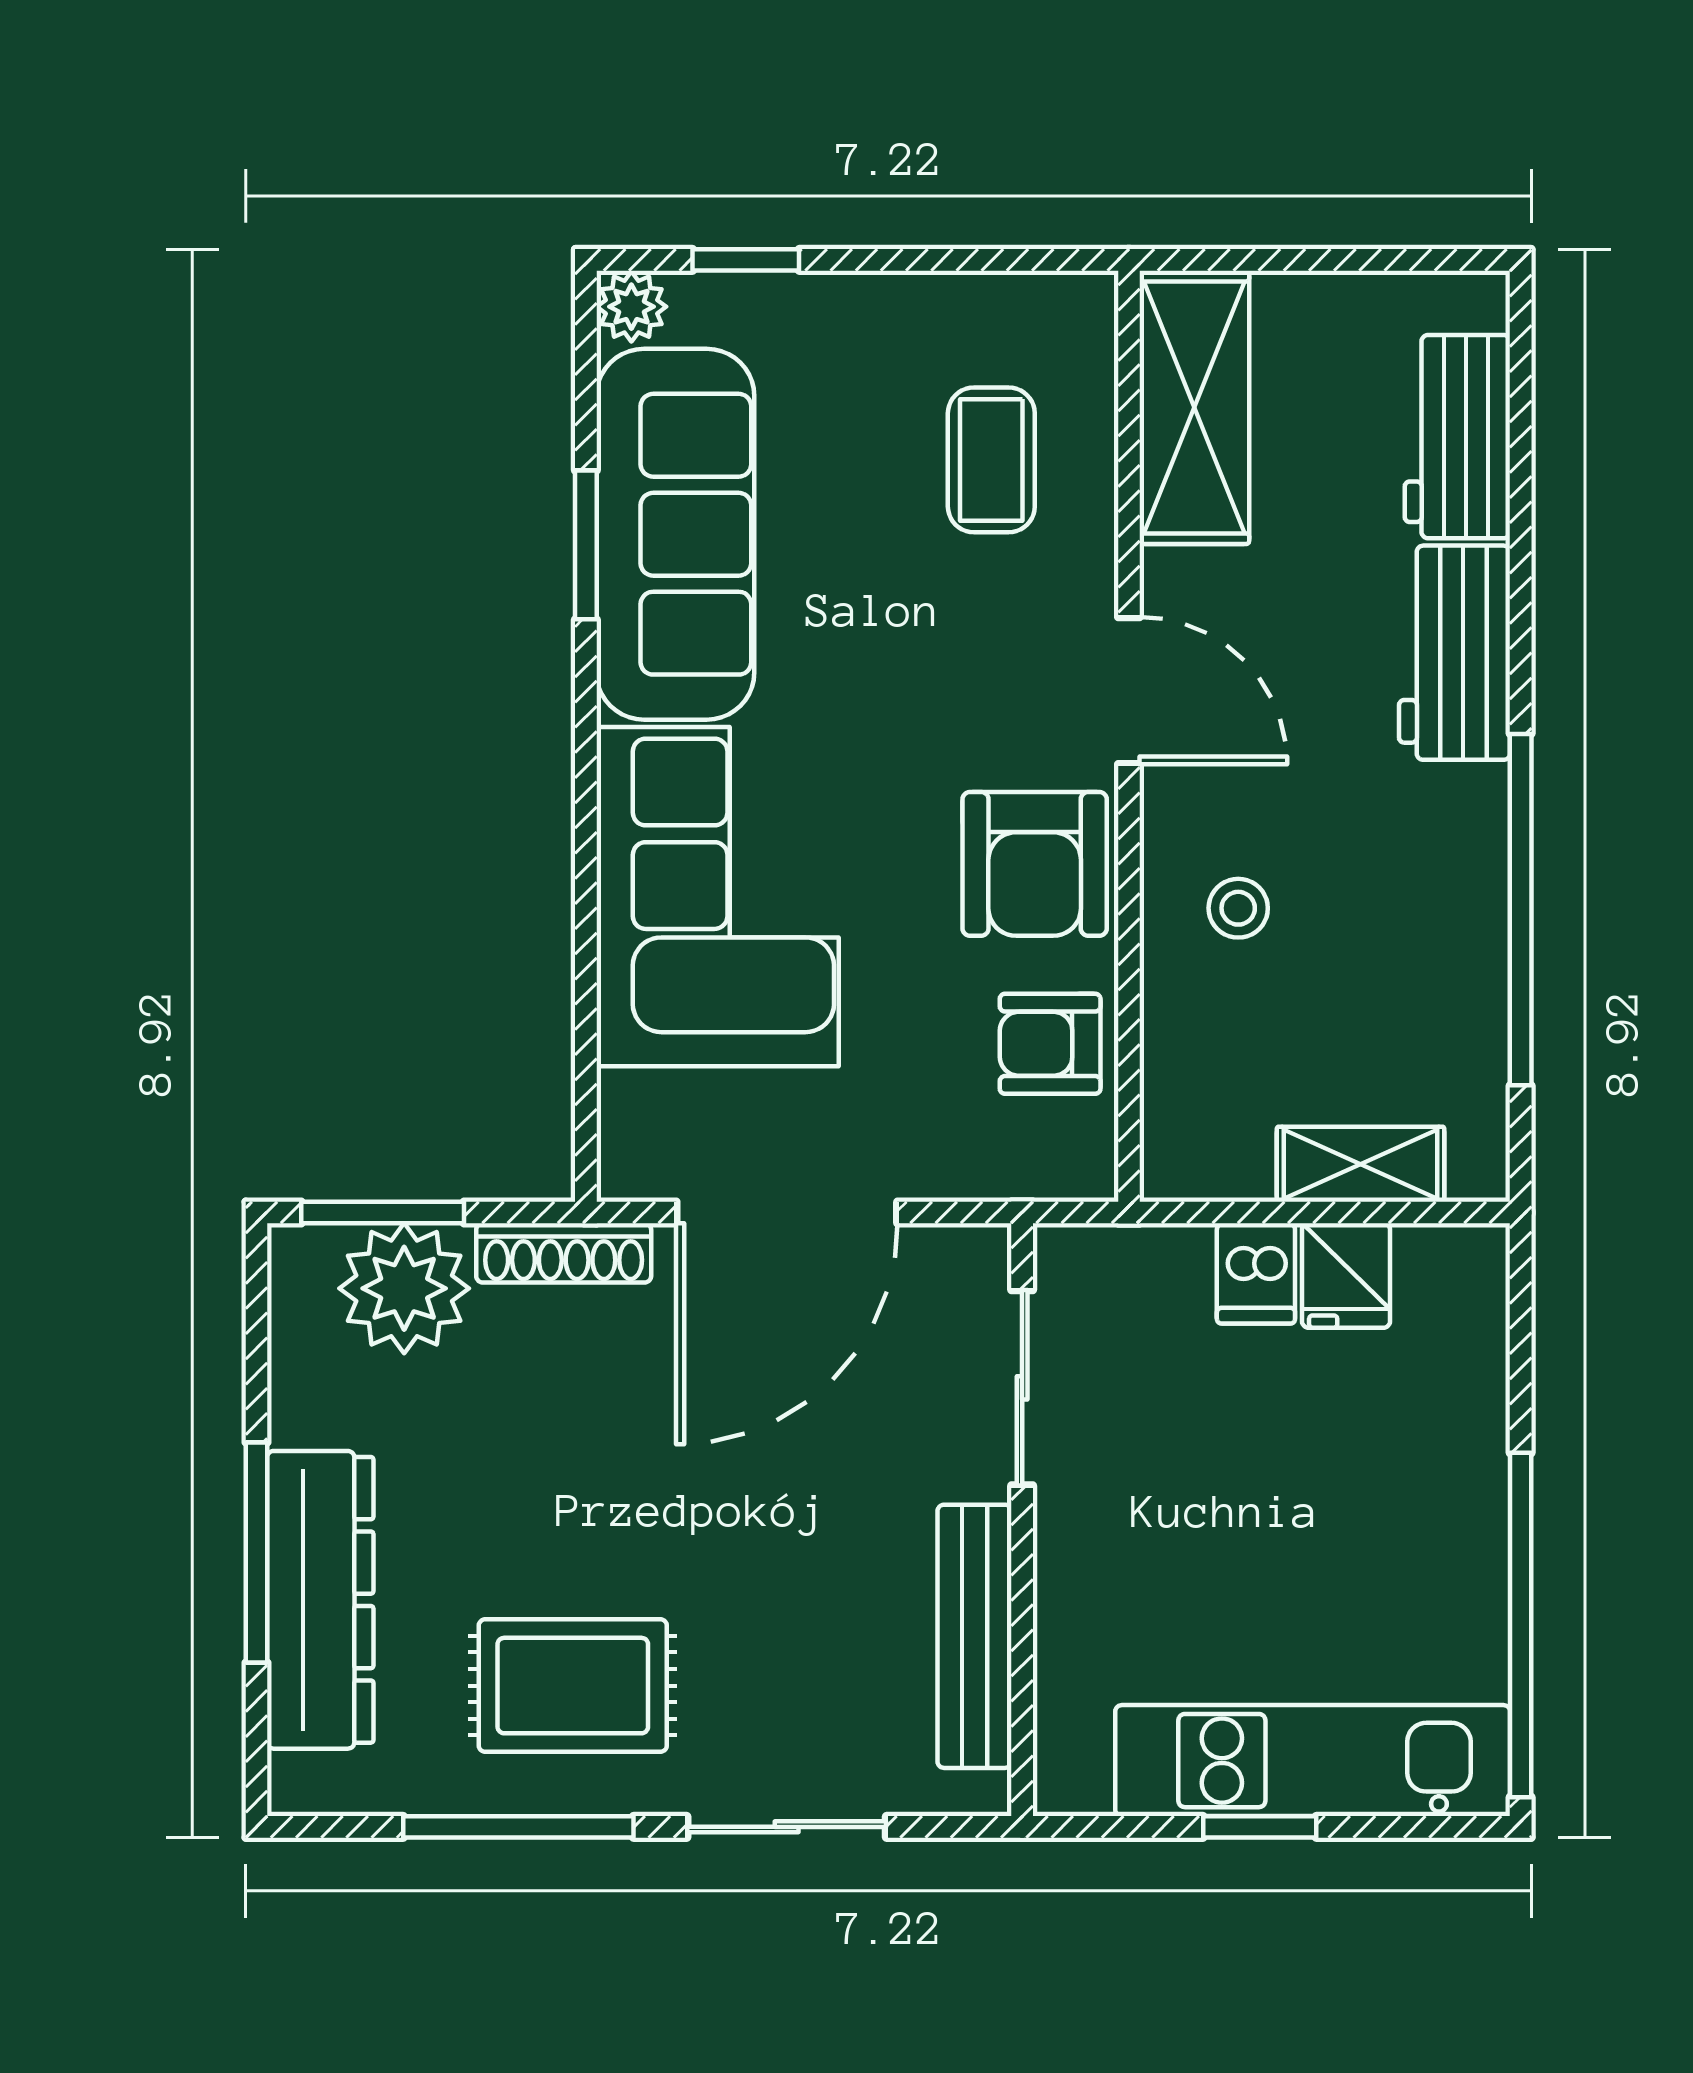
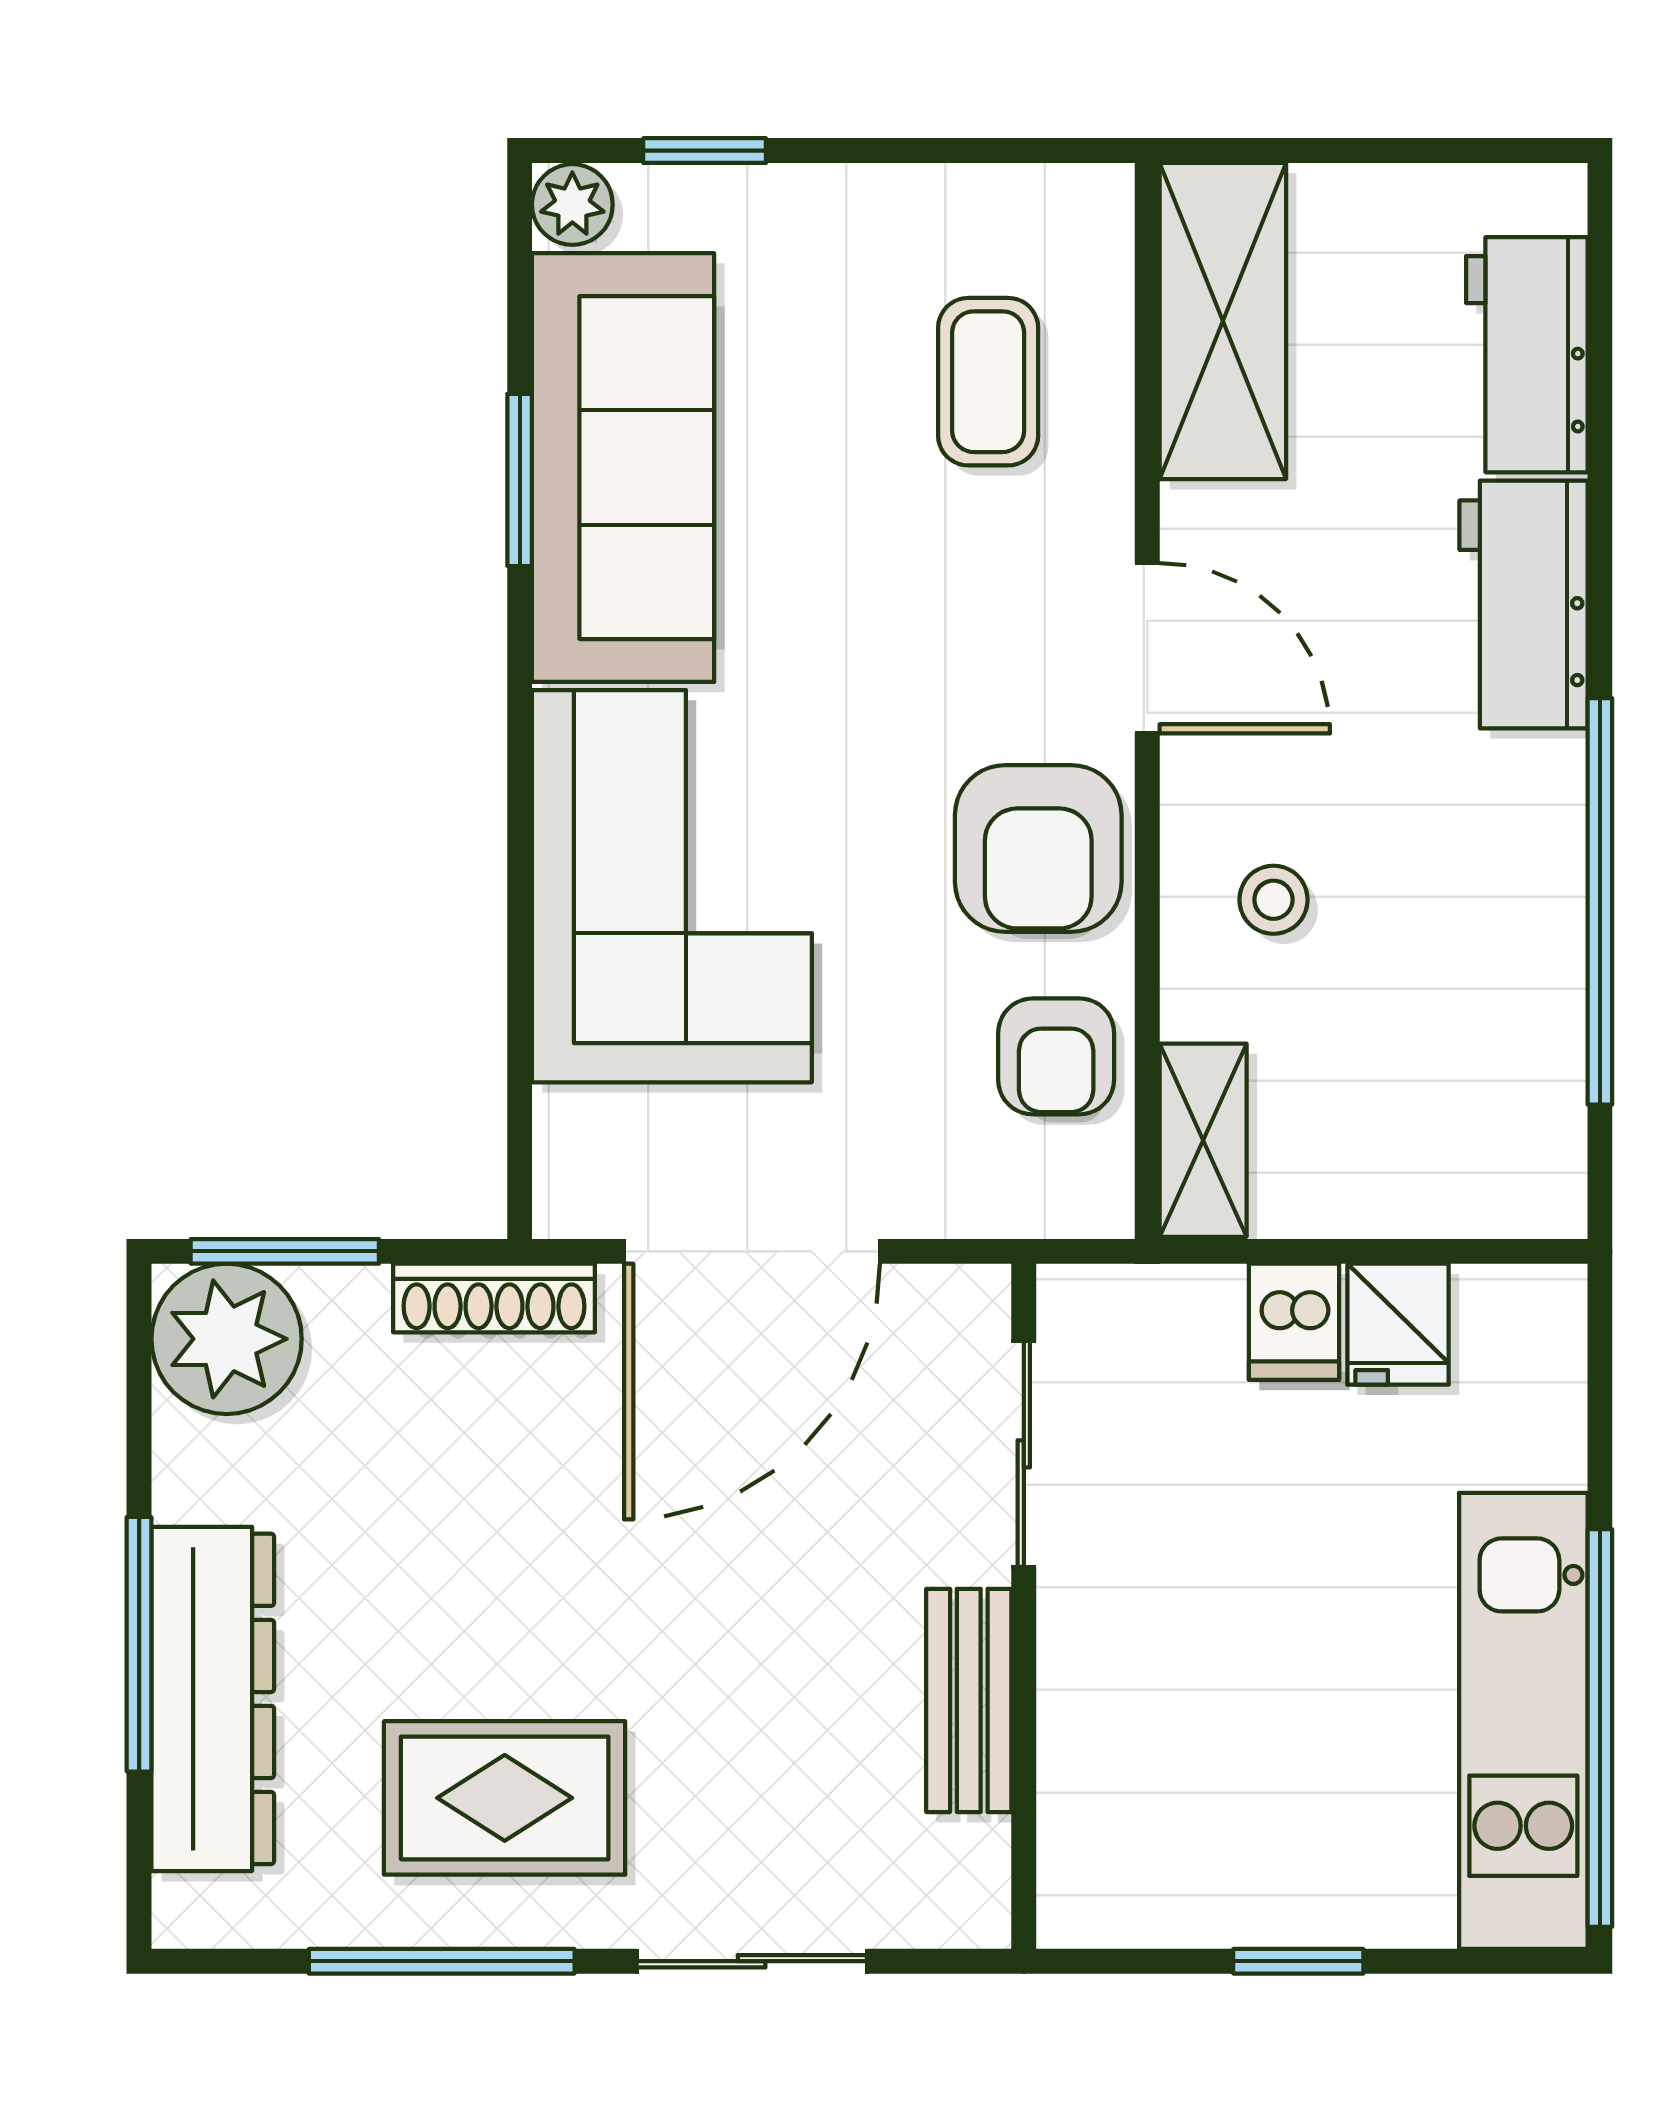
armchair: (1050, 1044) -> (1056, 1056), turned -90
shelving: (1361, 1164) -> (1203, 1140), moved, turned 90
plant: (404, 1288) -> (227, 1339), moved
bench: (975, 1636) -> (969, 1700), width x0.73
kitchen unit: (1313, 1761) -> (1523, 1721), moved, turned -90

